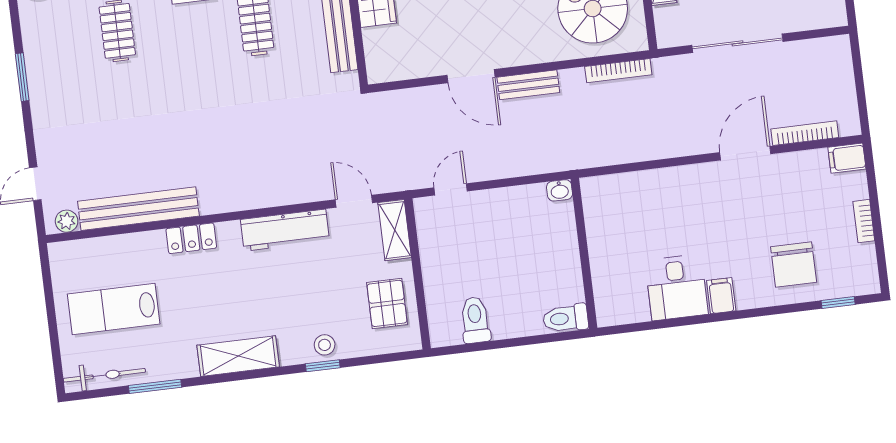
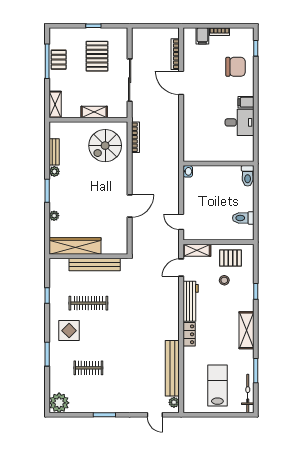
bench: (528, 85) -> (137, 180), removed
filing cabinet: (847, 158) -> (202, 36), moved
locker: (191, 238) -> (189, 334), moved
lab bench: (114, 309) -> (217, 385), turned 180
stool: (325, 345) -> (224, 280), moved

